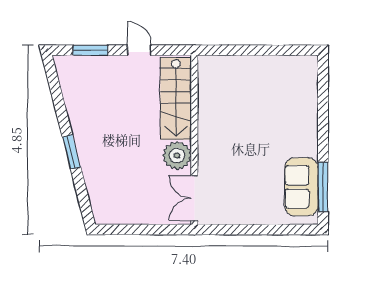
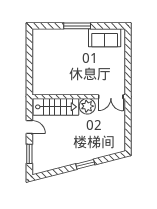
door: (139, 50) -> (29, 127), swing flipped
window: (323, 187) -> (77, 26), moved

